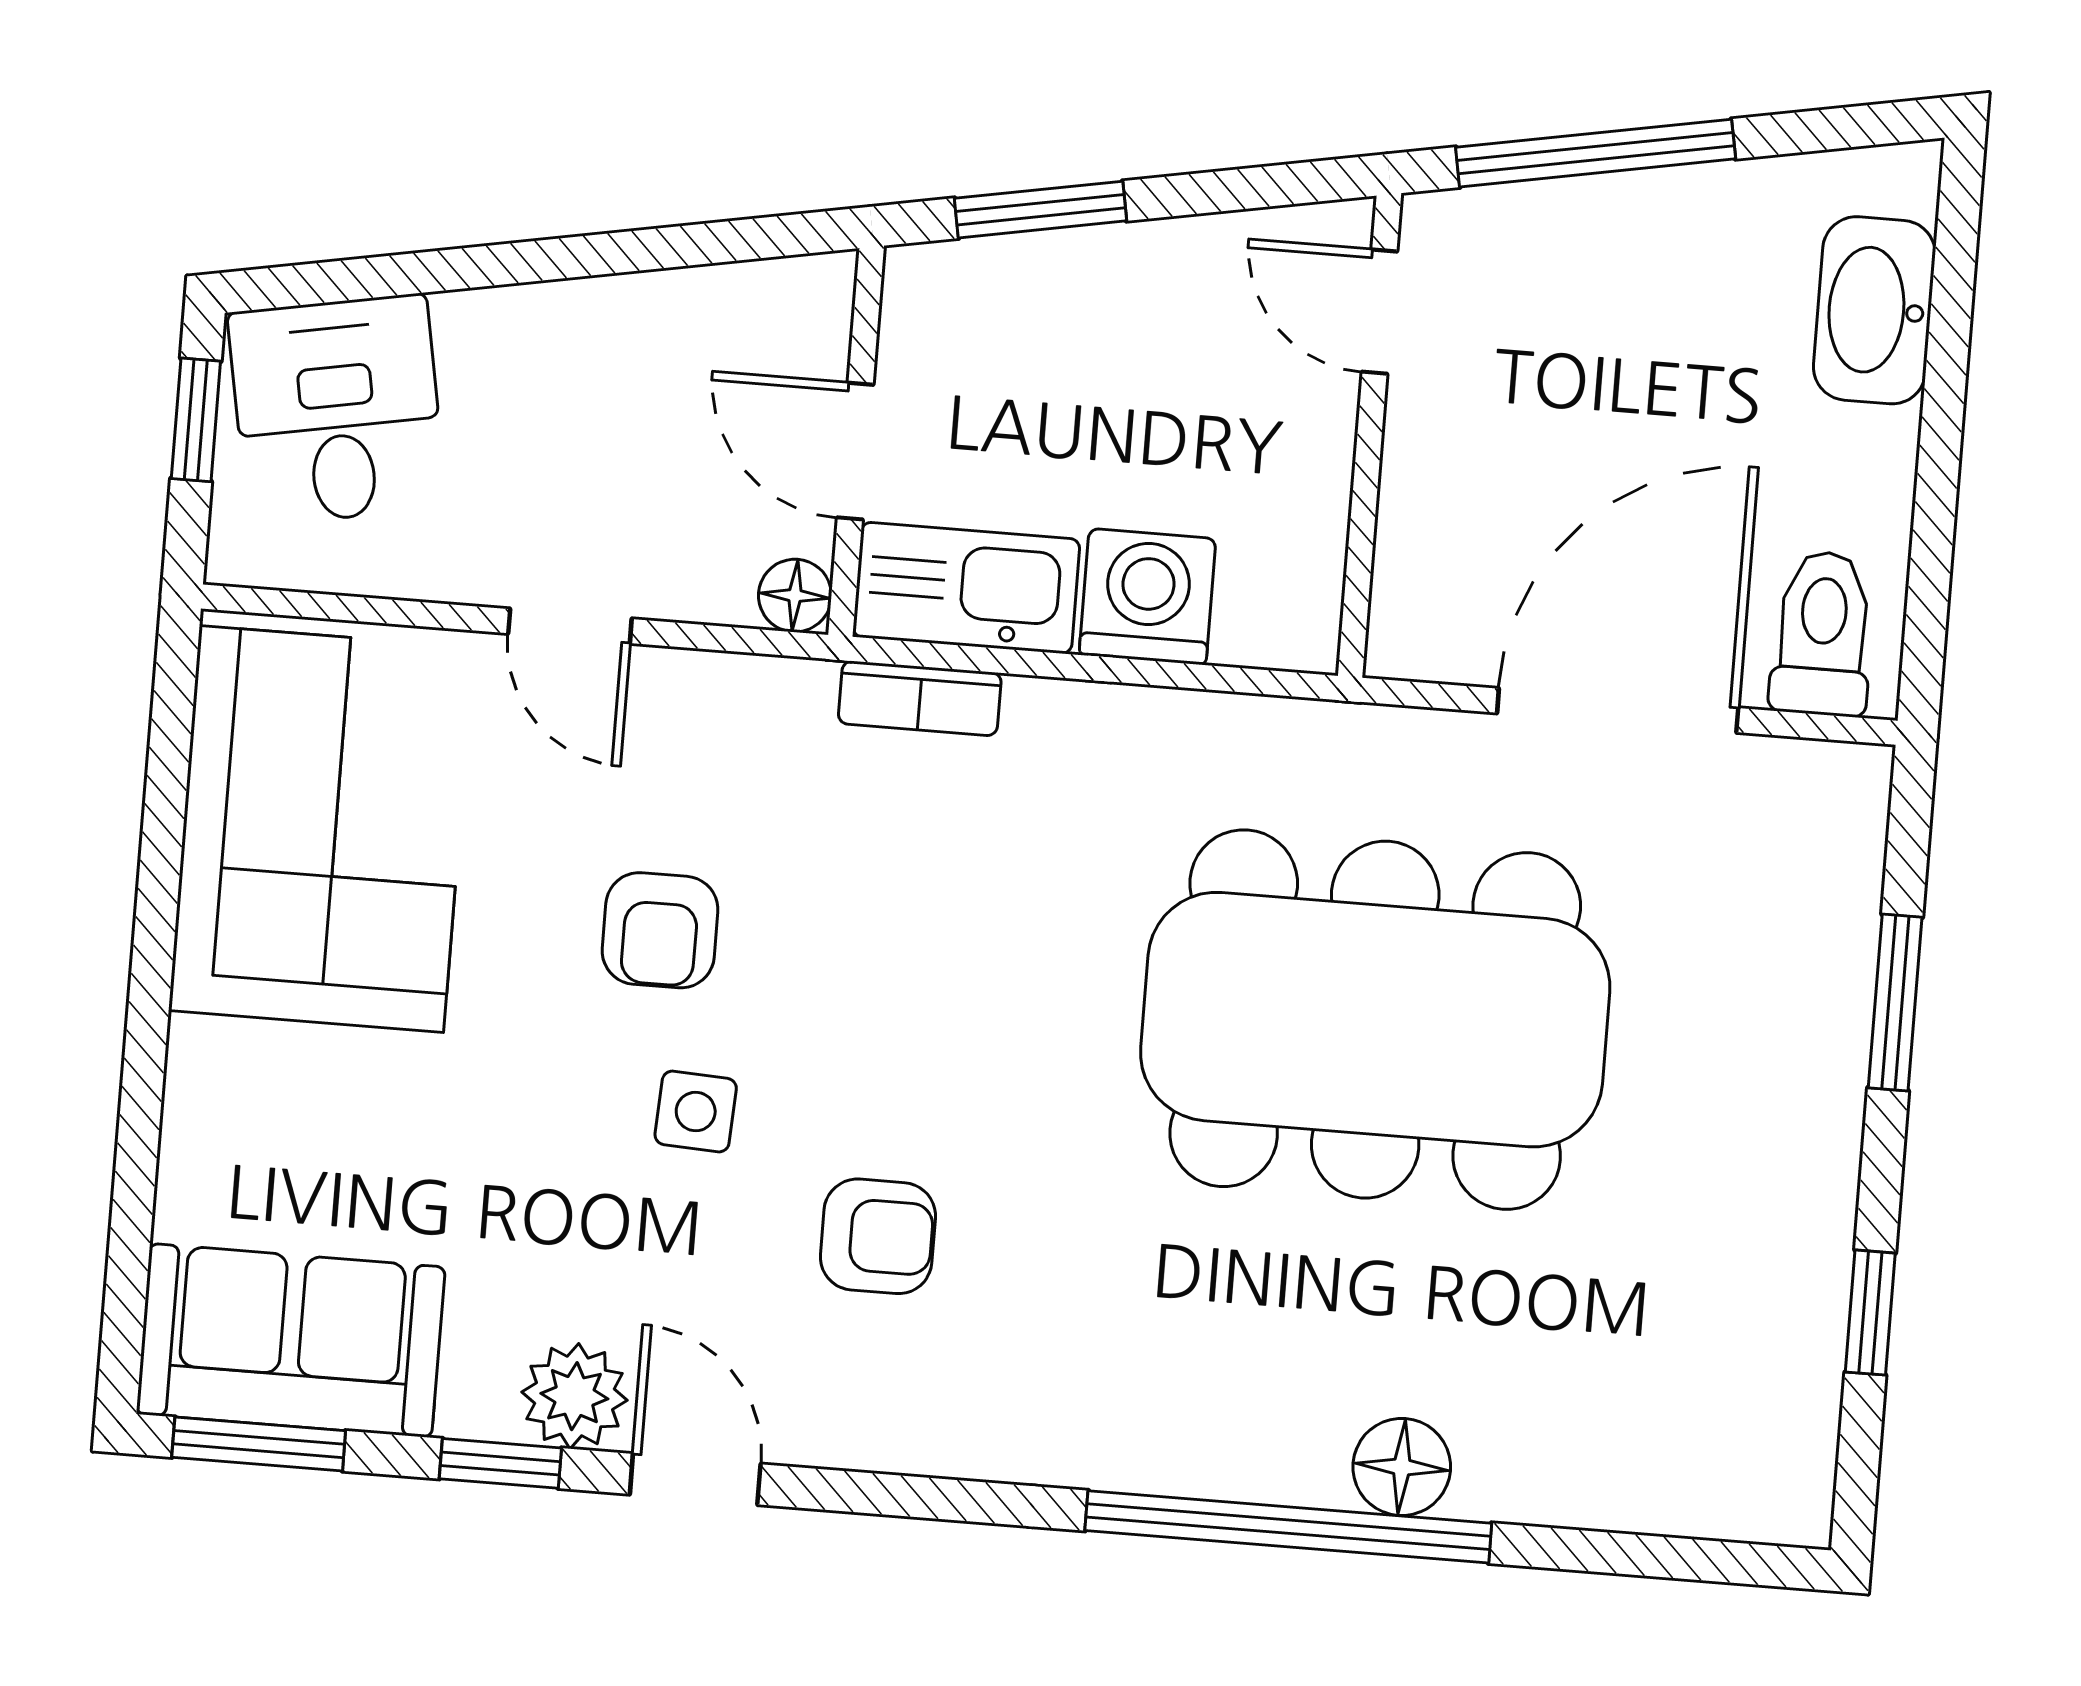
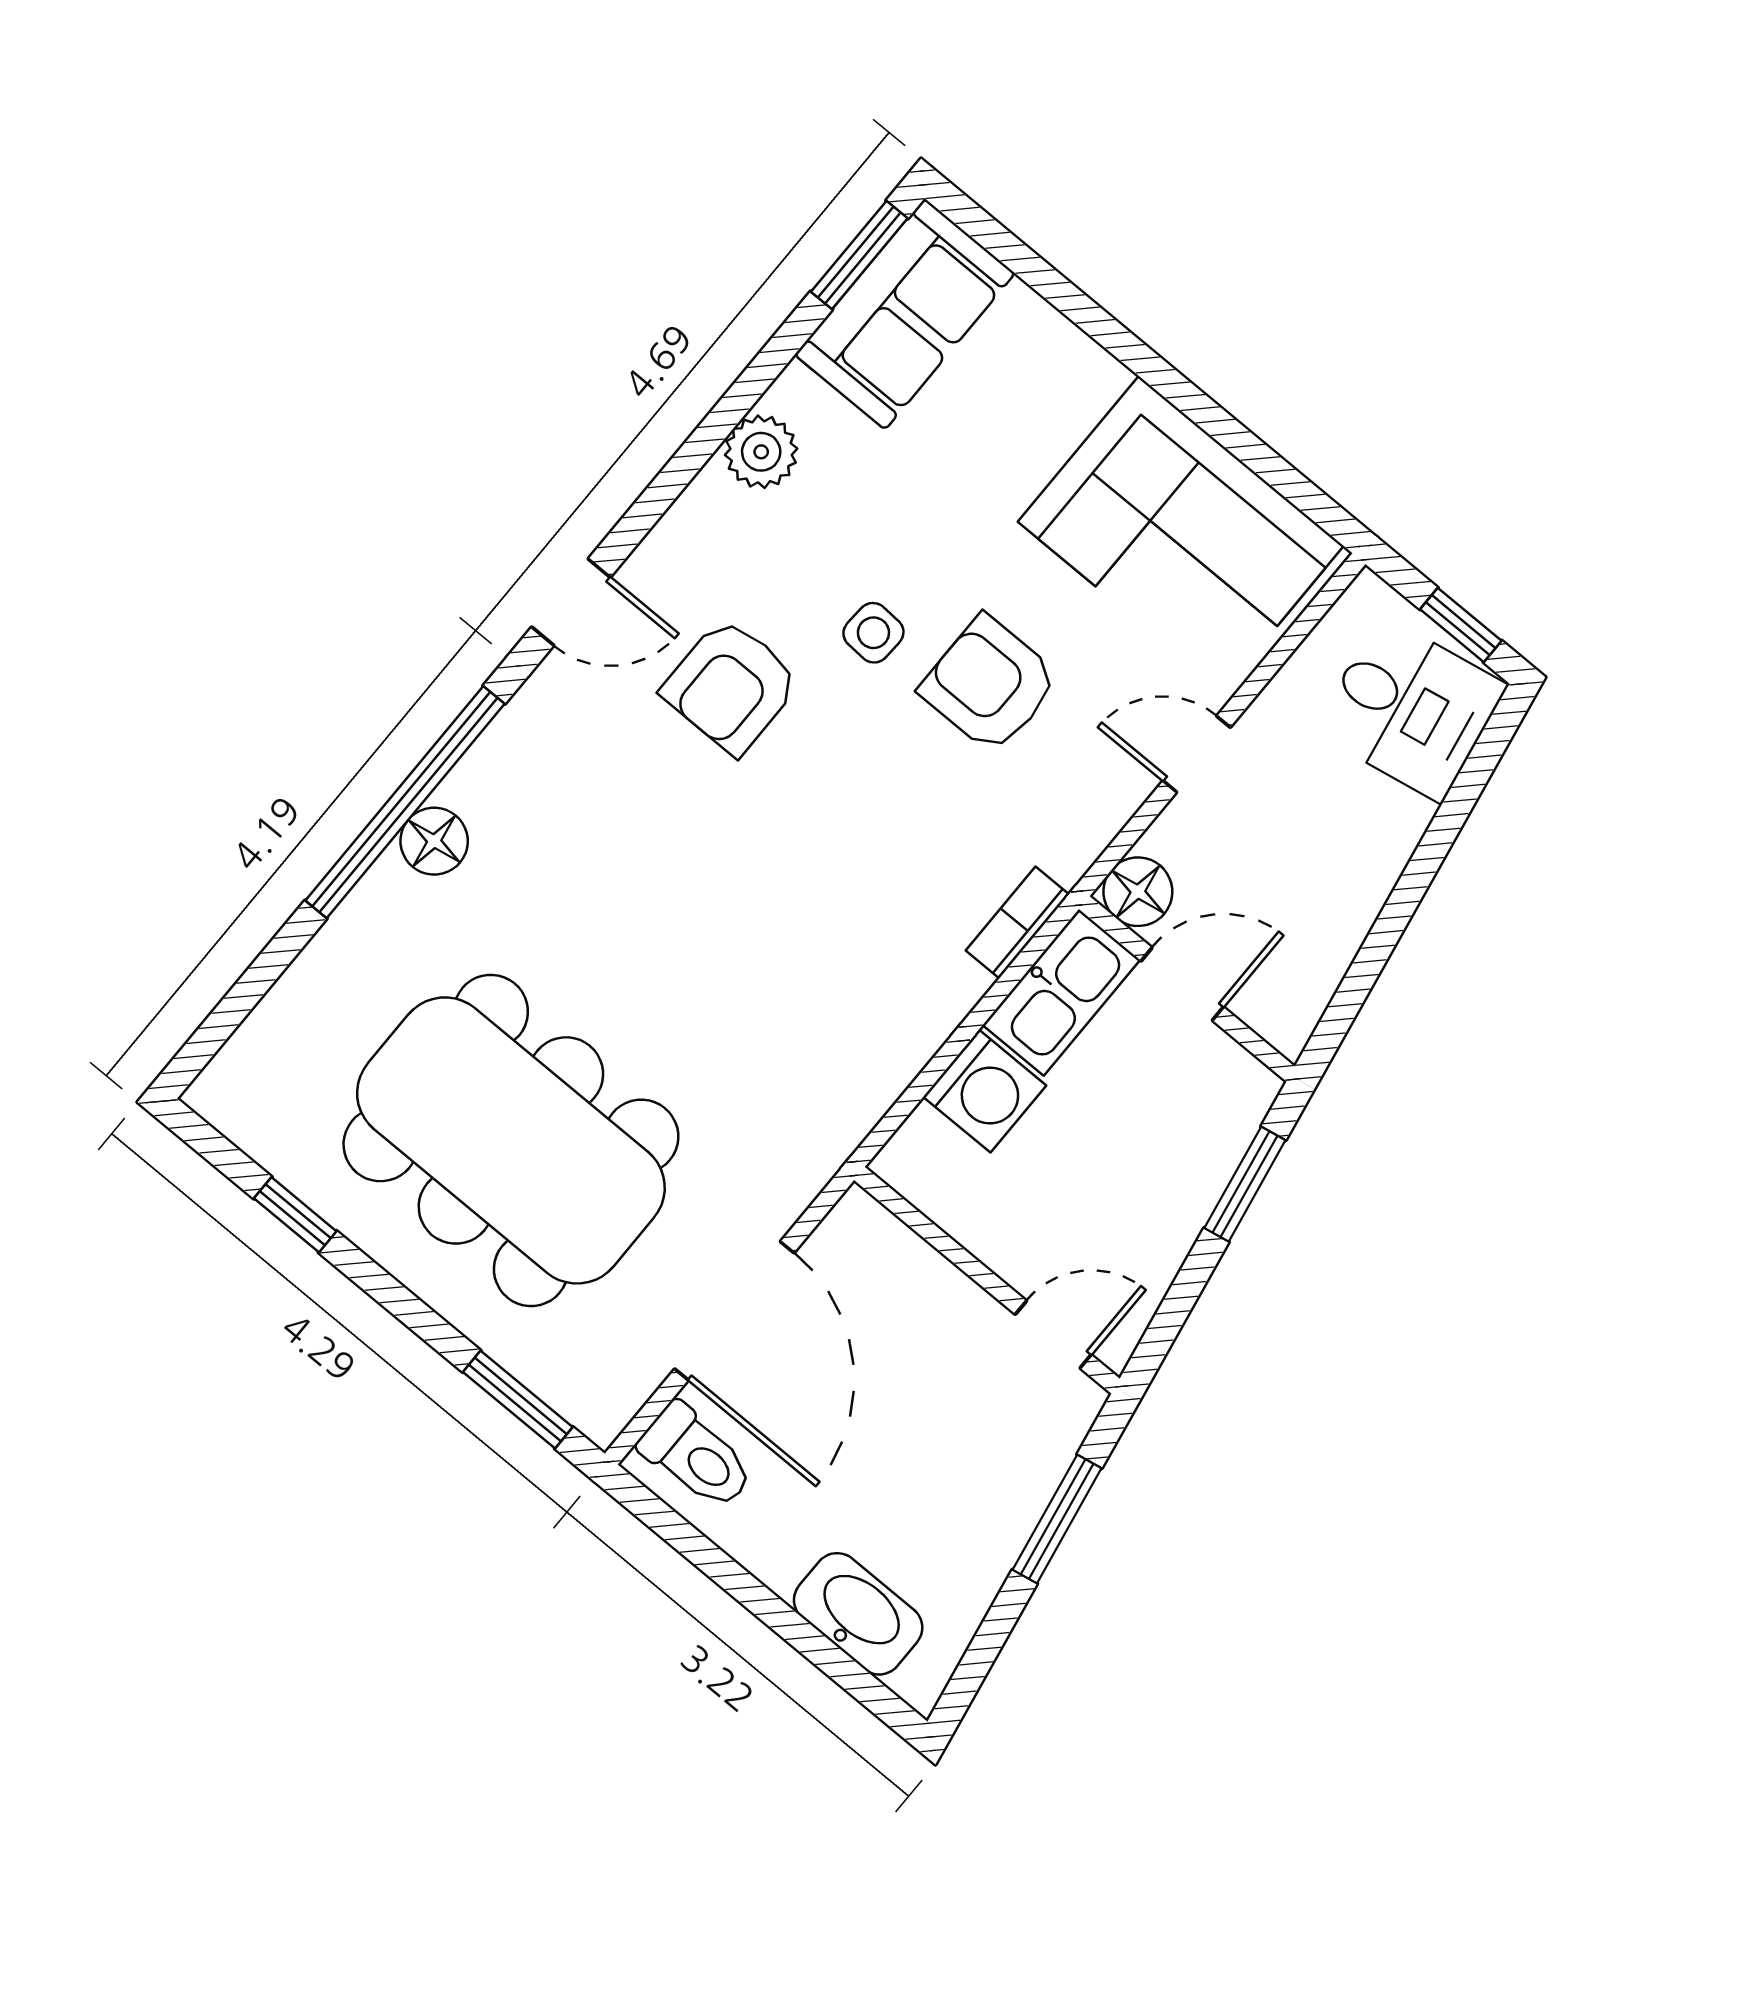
window: (1596, 153) -> (1057, 1519), width x0.69
floor lamp: (795, 596) -> (1138, 892), width x1.37, depth x1.37
armchair: (660, 930) -> (990, 684), width x1.38, depth x1.38
window: (1895, 1003) -> (518, 1399), moved
dining table: (1375, 1020) -> (511, 1140), moved, turned 90
armchair: (878, 1236) -> (731, 686), width x1.38, depth x1.38
window: (500, 1463) -> (753, 383), removed
floor lamp: (1402, 1467) -> (434, 841), moved
door: (695, 1479) -> (571, 602), moved

